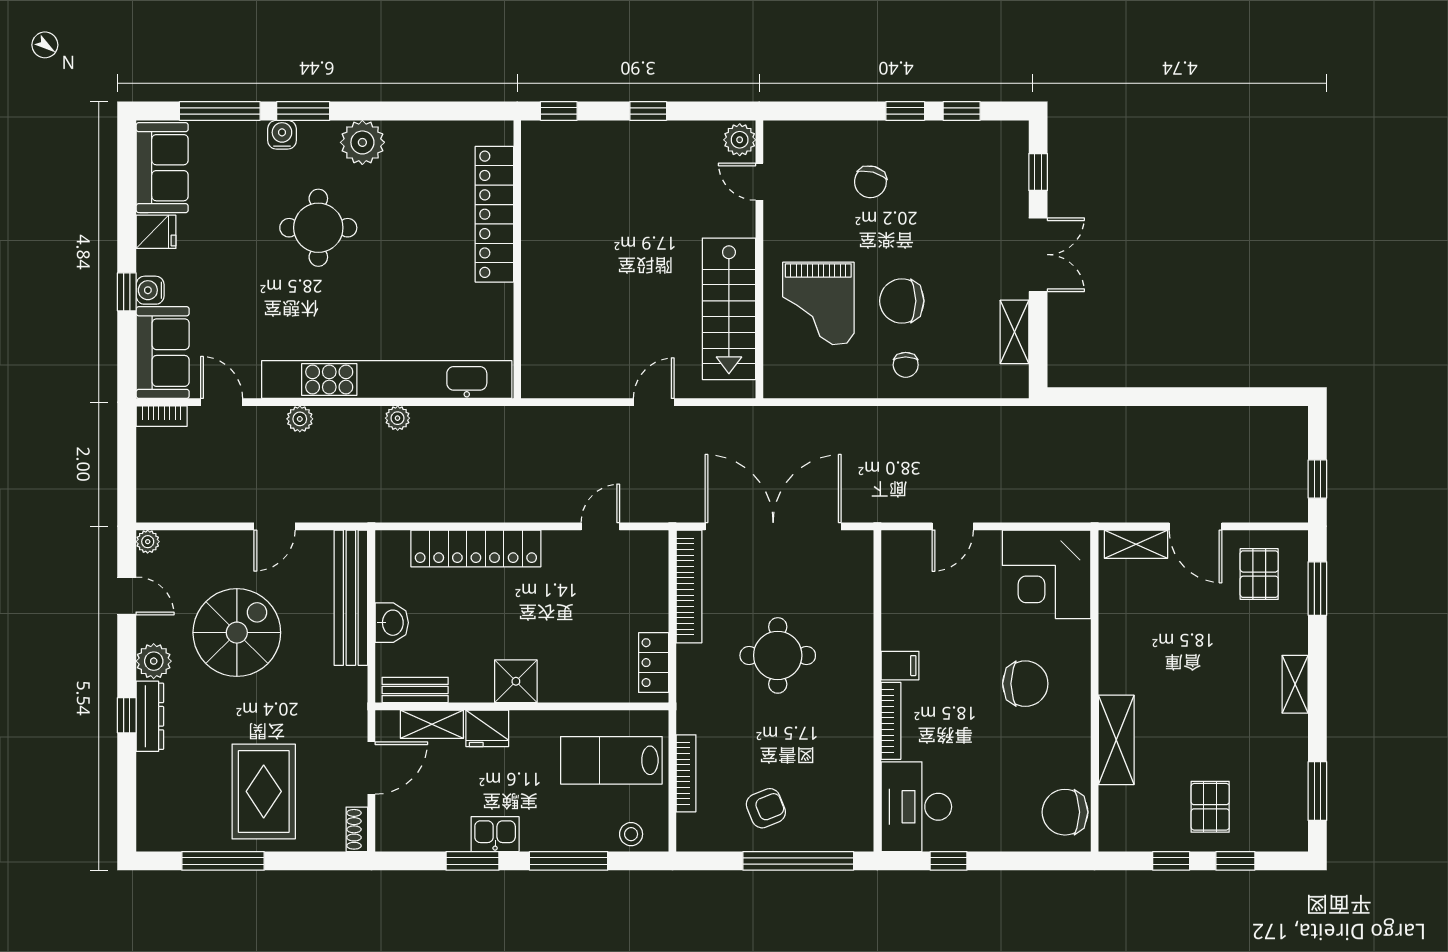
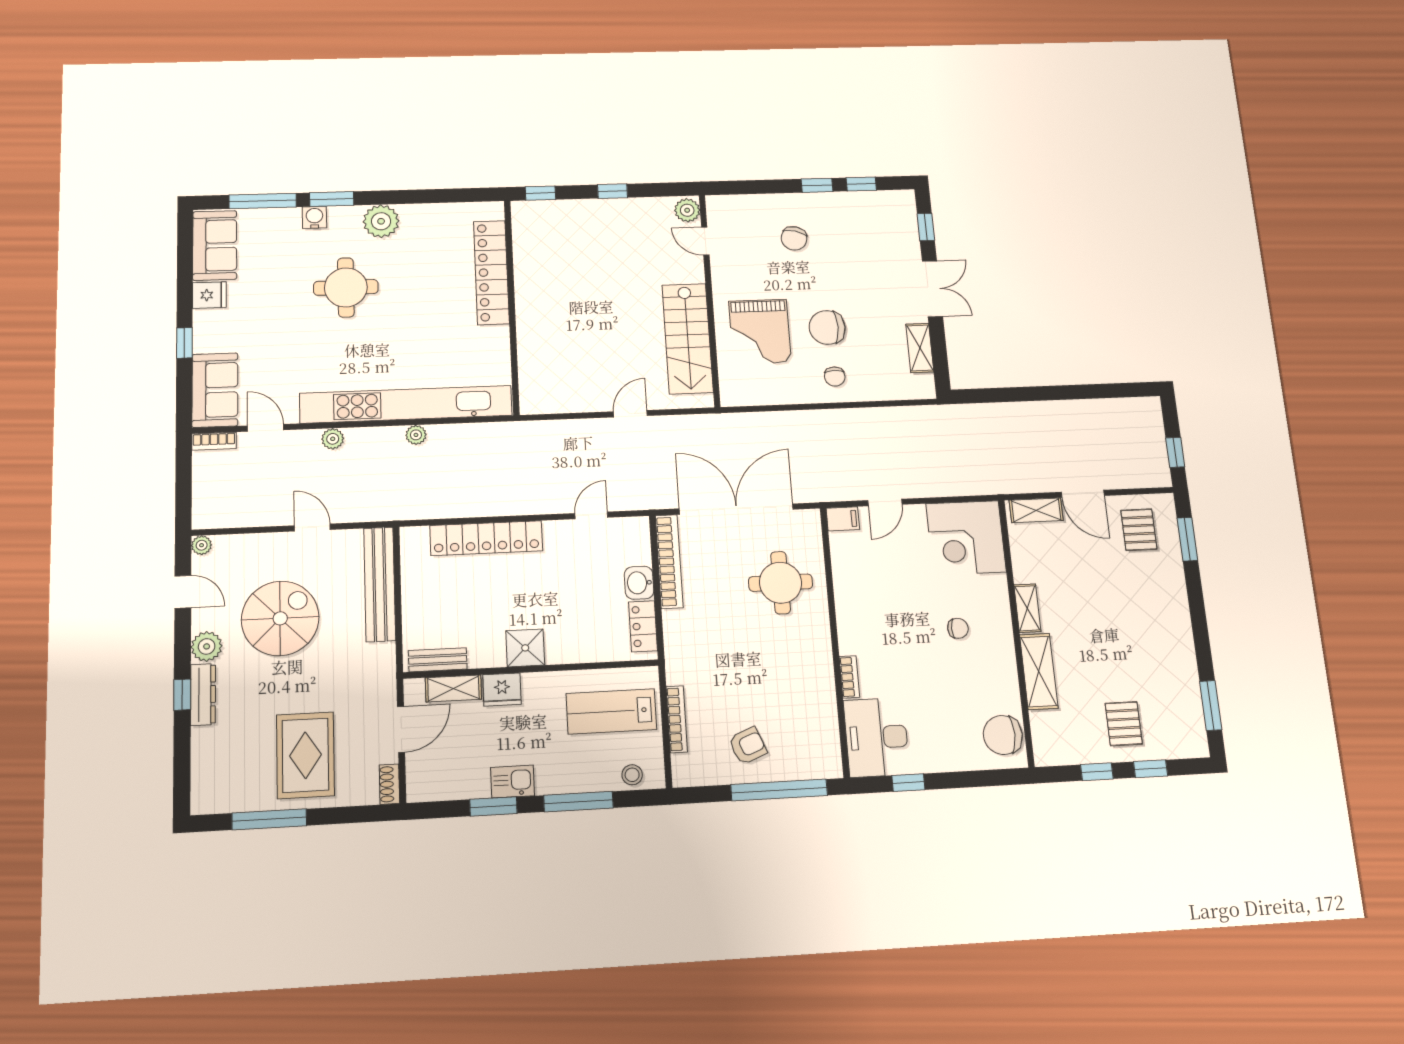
water cooler: (150, 290) -> (204, 341), removed
door: (275, 526) -> (312, 528), swing flipped
washbasin: (392, 623) -> (639, 583), moved, turned 180
round table: (778, 655) -> (781, 583), moved
filing cabinet: (900, 666) -> (843, 519), moved
chair: (1025, 684) -> (958, 628), width x0.54, depth x0.54
shelving: (1295, 684) -> (1027, 608), moved
bookcase: (891, 721) -> (849, 677), width x0.64

